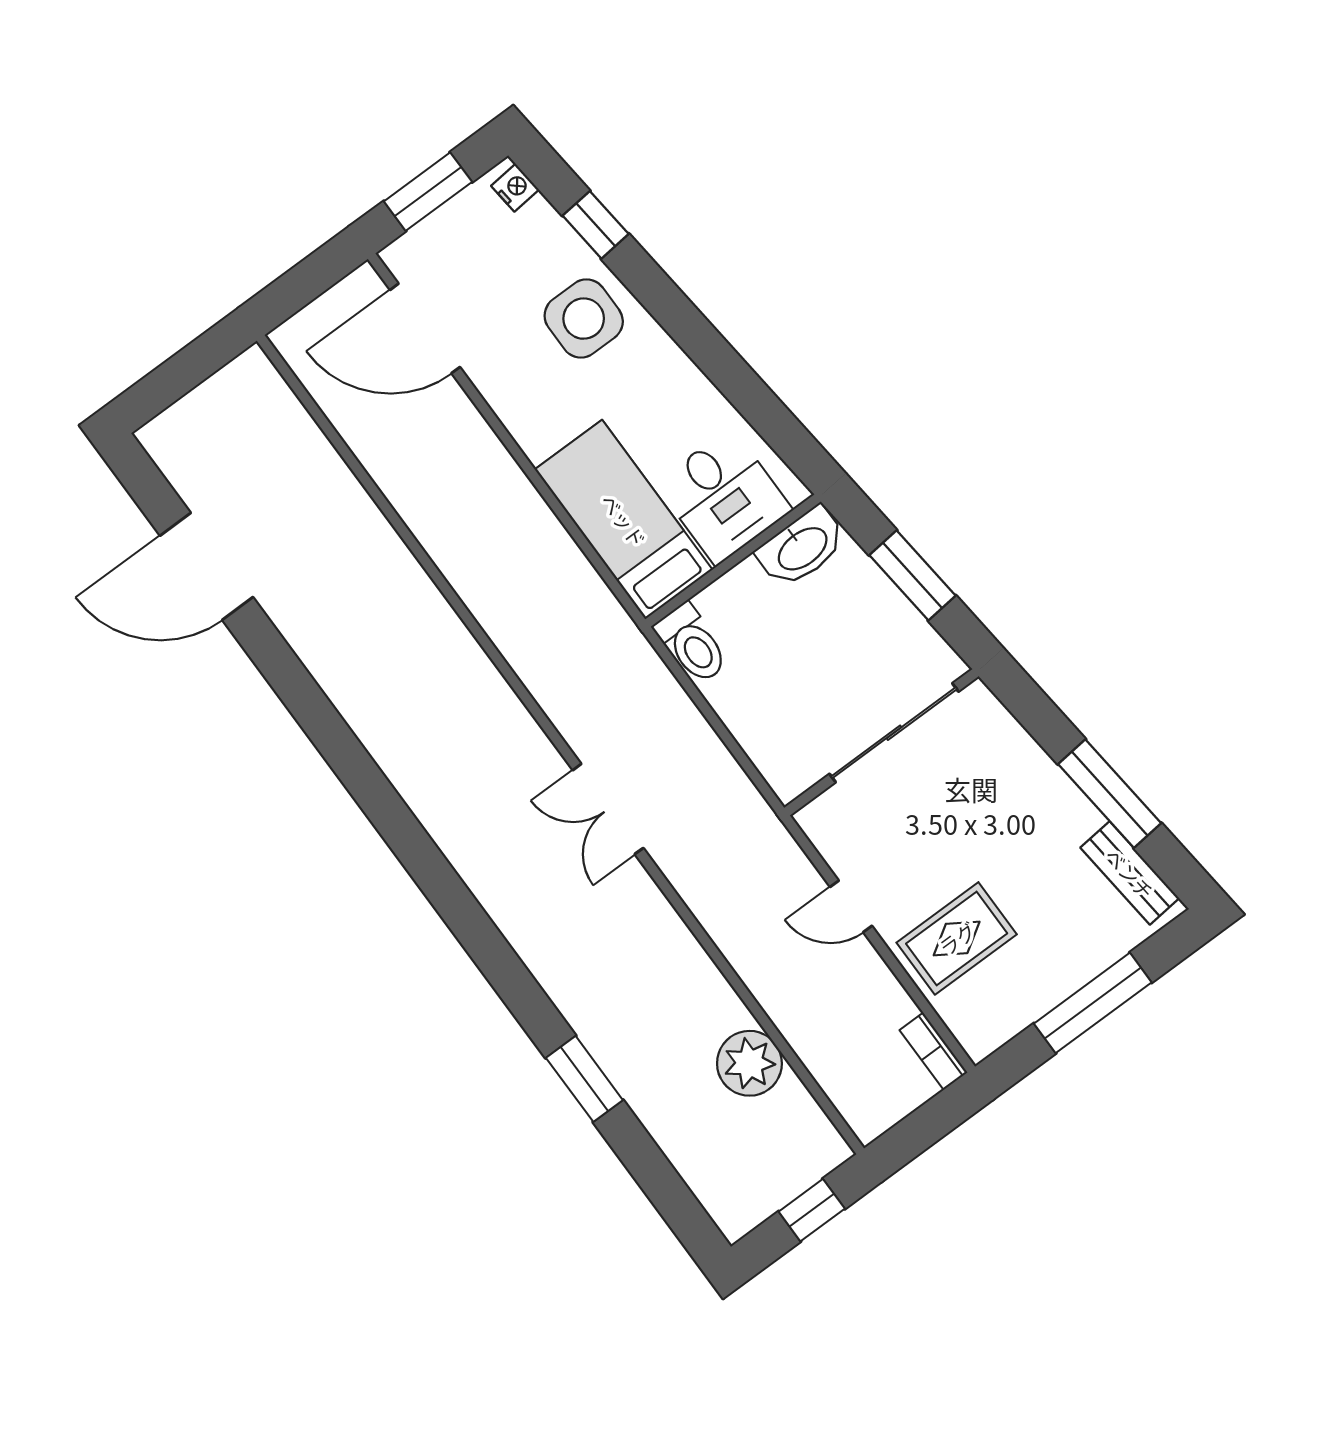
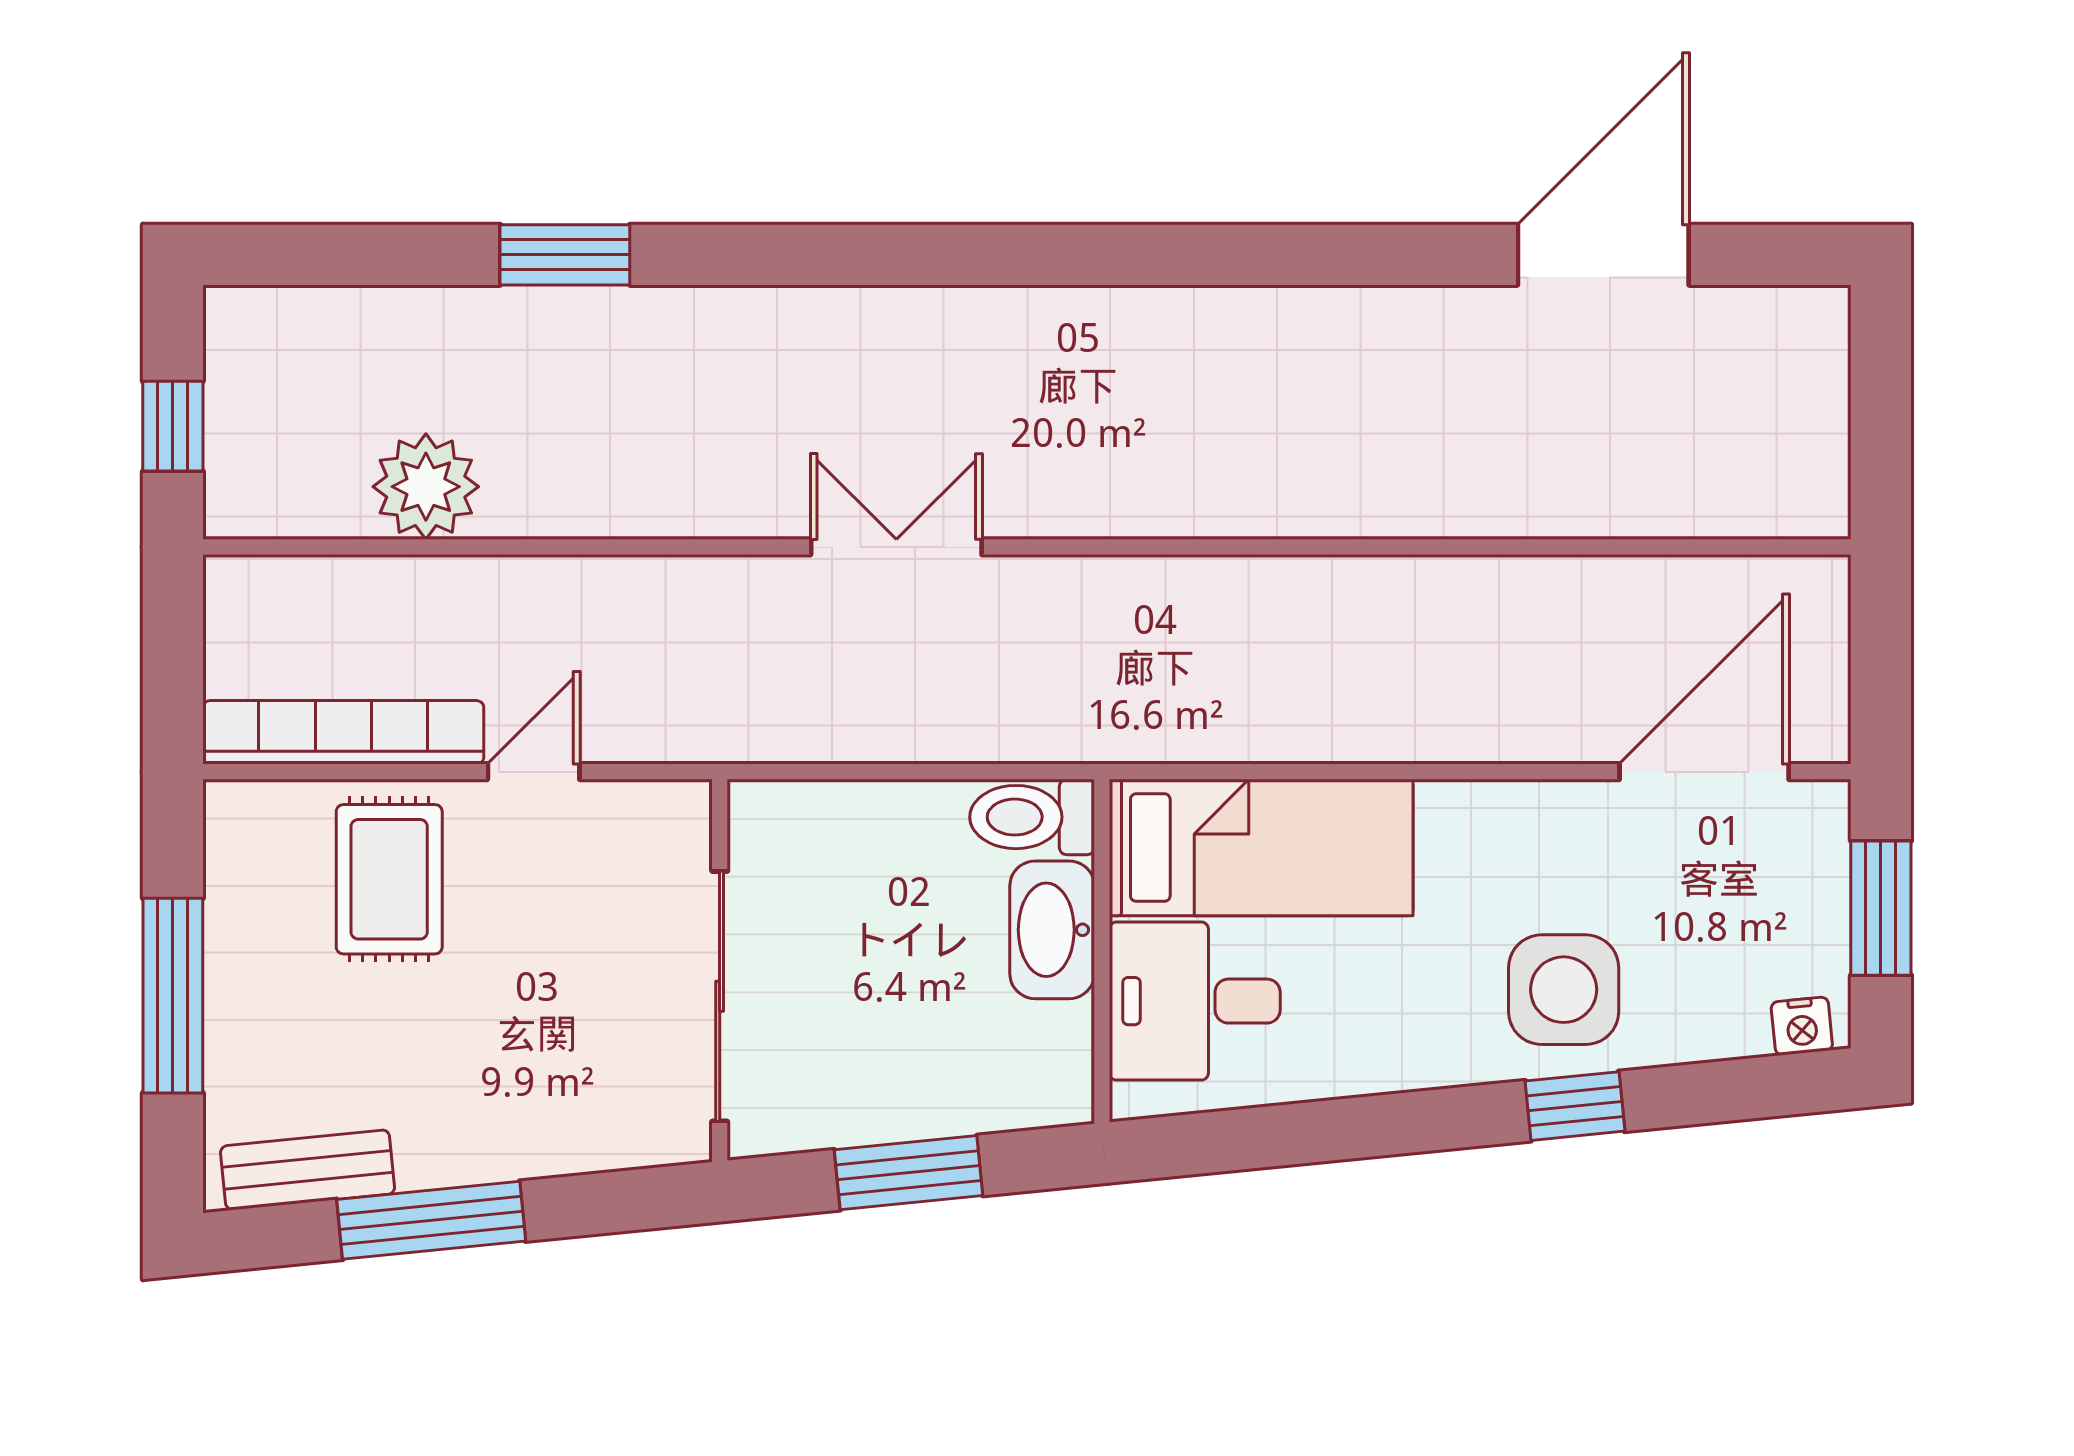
window: (596, 225) -> (1575, 1106), moved
washbasin: (802, 548) -> (1052, 930), moved
bookcase: (934, 1051) -> (343, 732), width x2.31, depth x1.31

